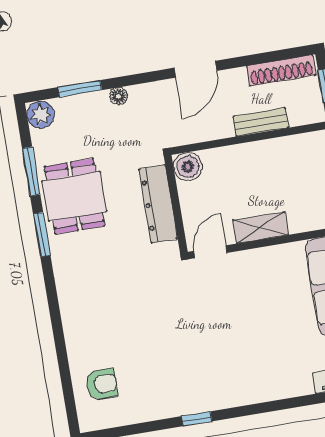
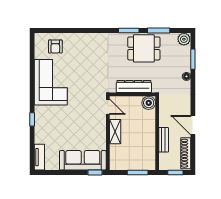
door: (195, 69) -> (193, 125), moved
corner sofa: (179, 381) -> (51, 82), added
window: (197, 419) -> (32, 119), moved

